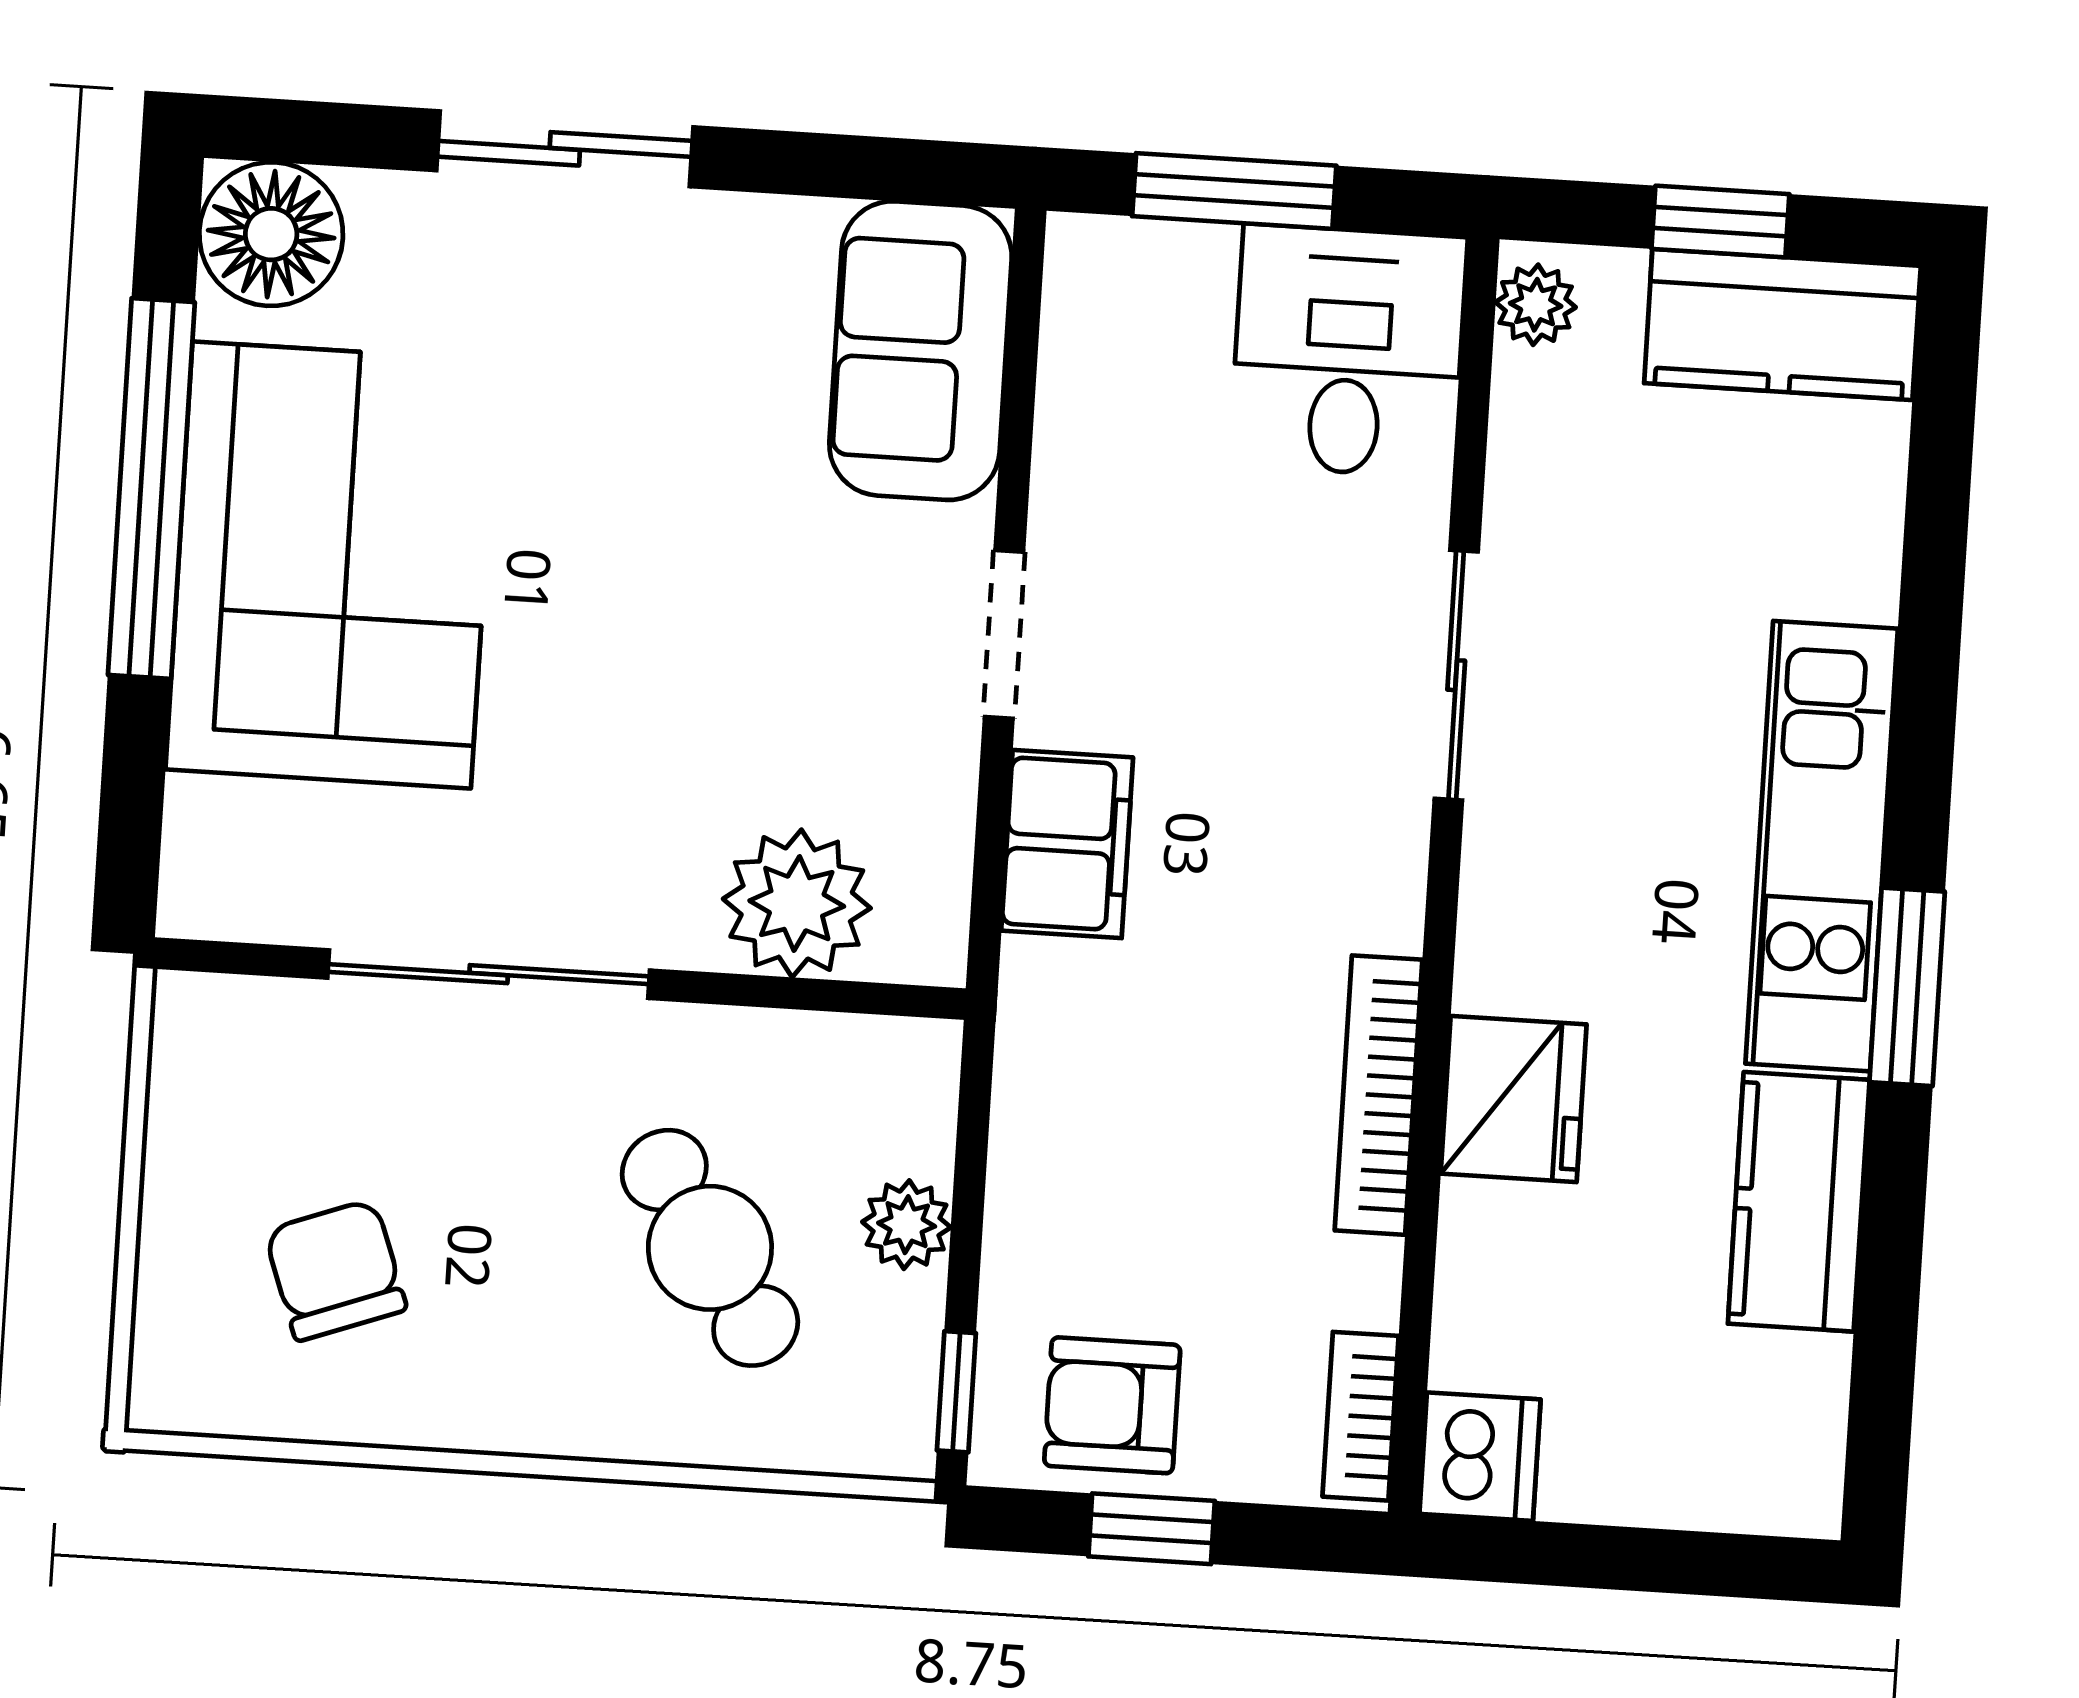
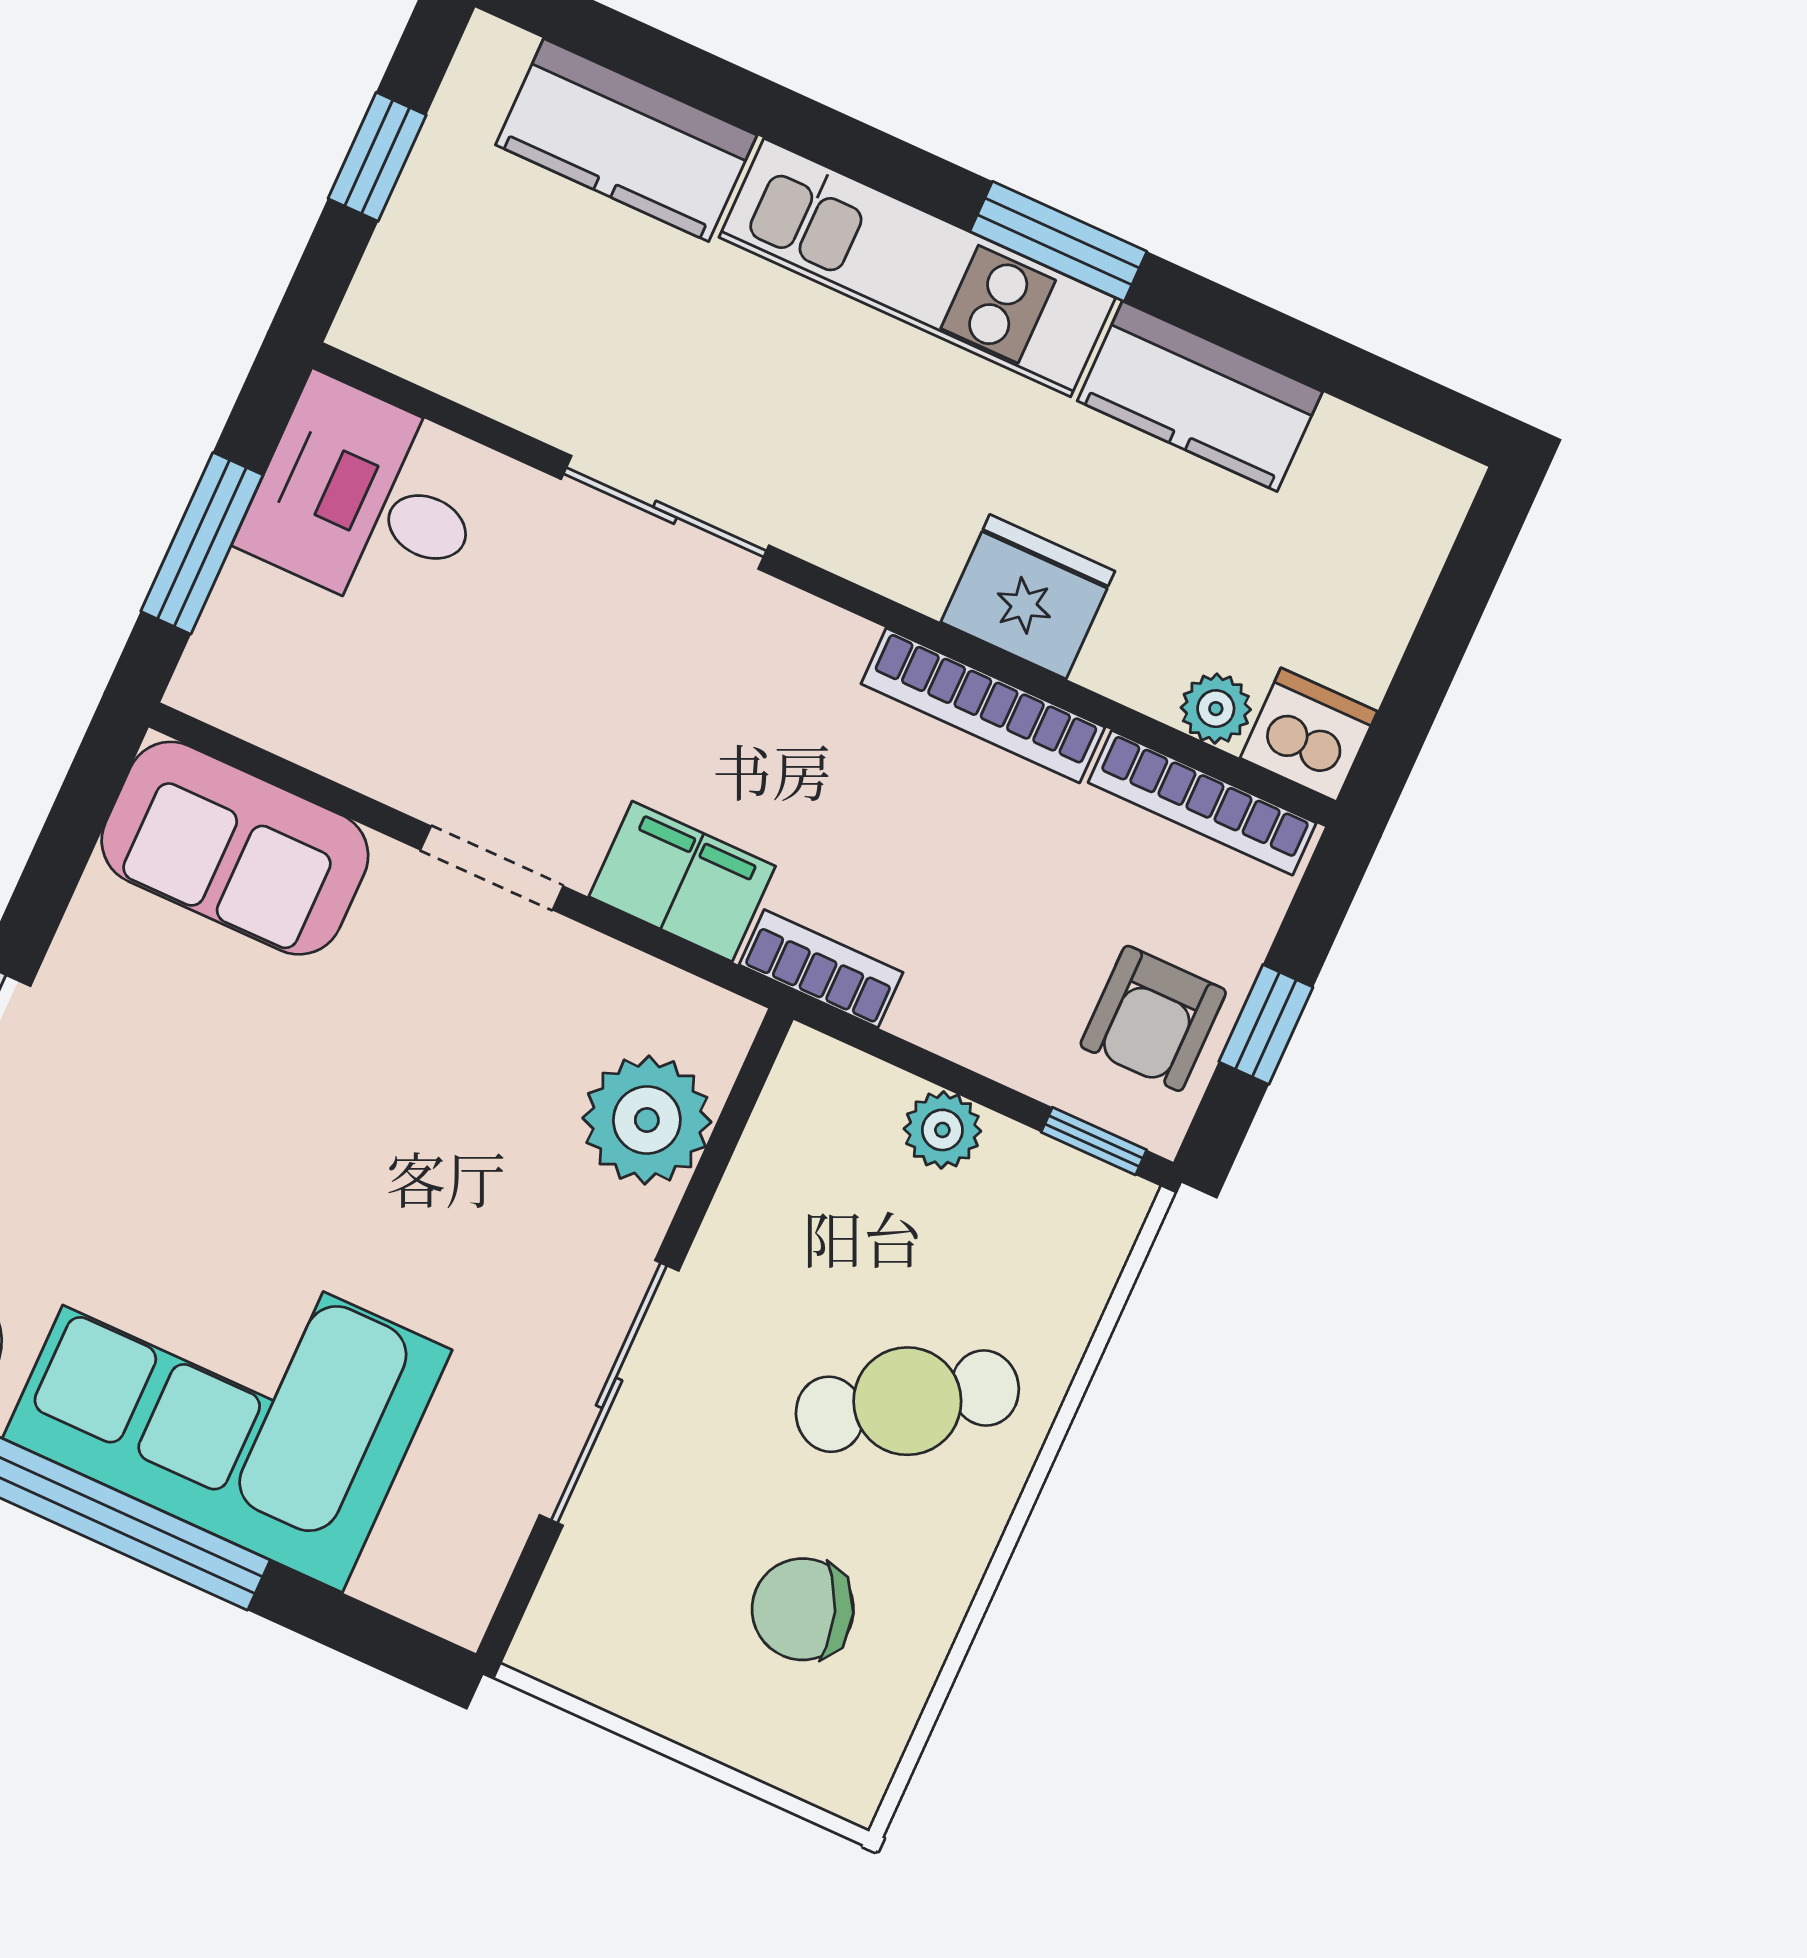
plant: (1536, 305) -> (1216, 709), moved
kitchen counter: (1782, 324) -> (626, 140), moved, turned 90
bookcase: (1030, 1029) -> (821, 969), added
cafe table: (710, 1248) -> (907, 1401), moved
bookcase: (1361, 1416) -> (1202, 803), width x1.56

